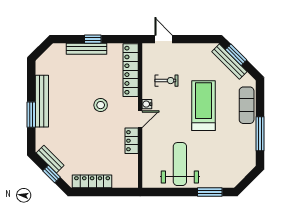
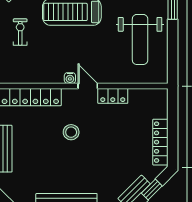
exercise bike: (167, 81) -> (20, 32), moved
weight bench: (180, 164) -> (140, 39), turned -90

